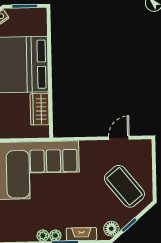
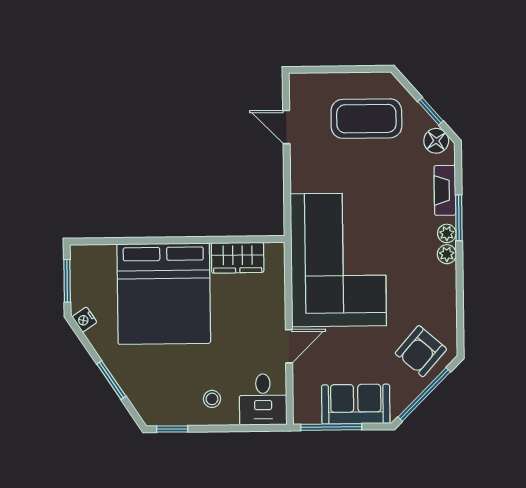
coffee table: (124, 186) -> (366, 119), turned 39

